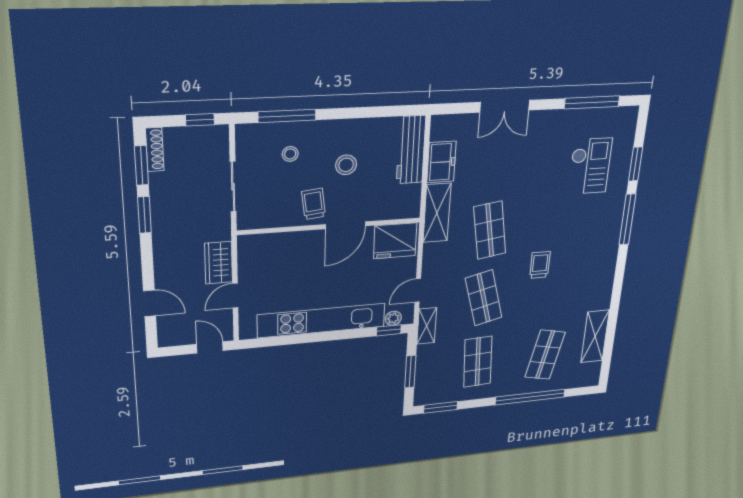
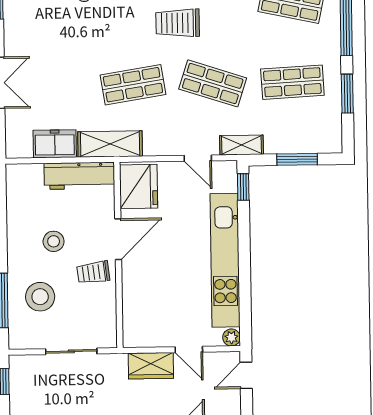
workbench: (411, 150) -> (79, 176), moved
stool: (290, 154) -> (40, 297), width x1.89, depth x1.89
door: (346, 225) -> (118, 239), hinge flipped
trolley: (540, 265) -> (178, 23), width x1.36, depth x1.39
shop shelf: (484, 298) -> (213, 83), turned 33
plant: (393, 318) -> (231, 338), moved
window: (441, 407) -> (347, 94), moved

